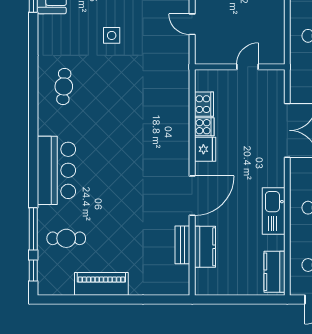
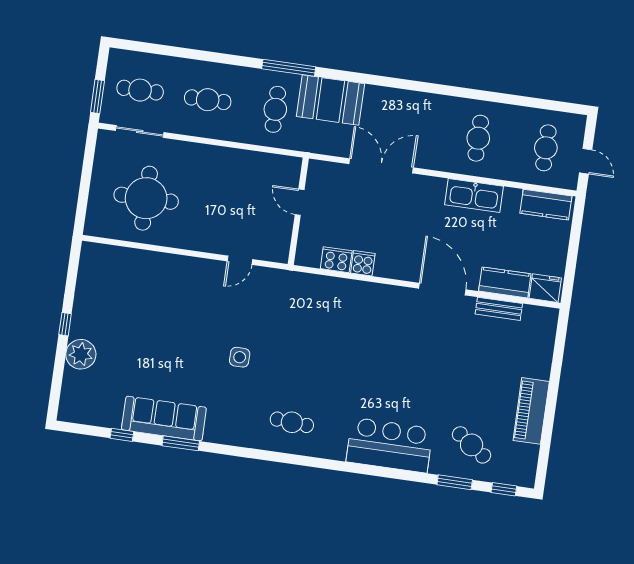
fridge: (205, 149) -> (545, 288), moved
window: (33, 229) -> (455, 482), width x0.69
cafe table: (66, 238) -> (472, 445), turned -55

